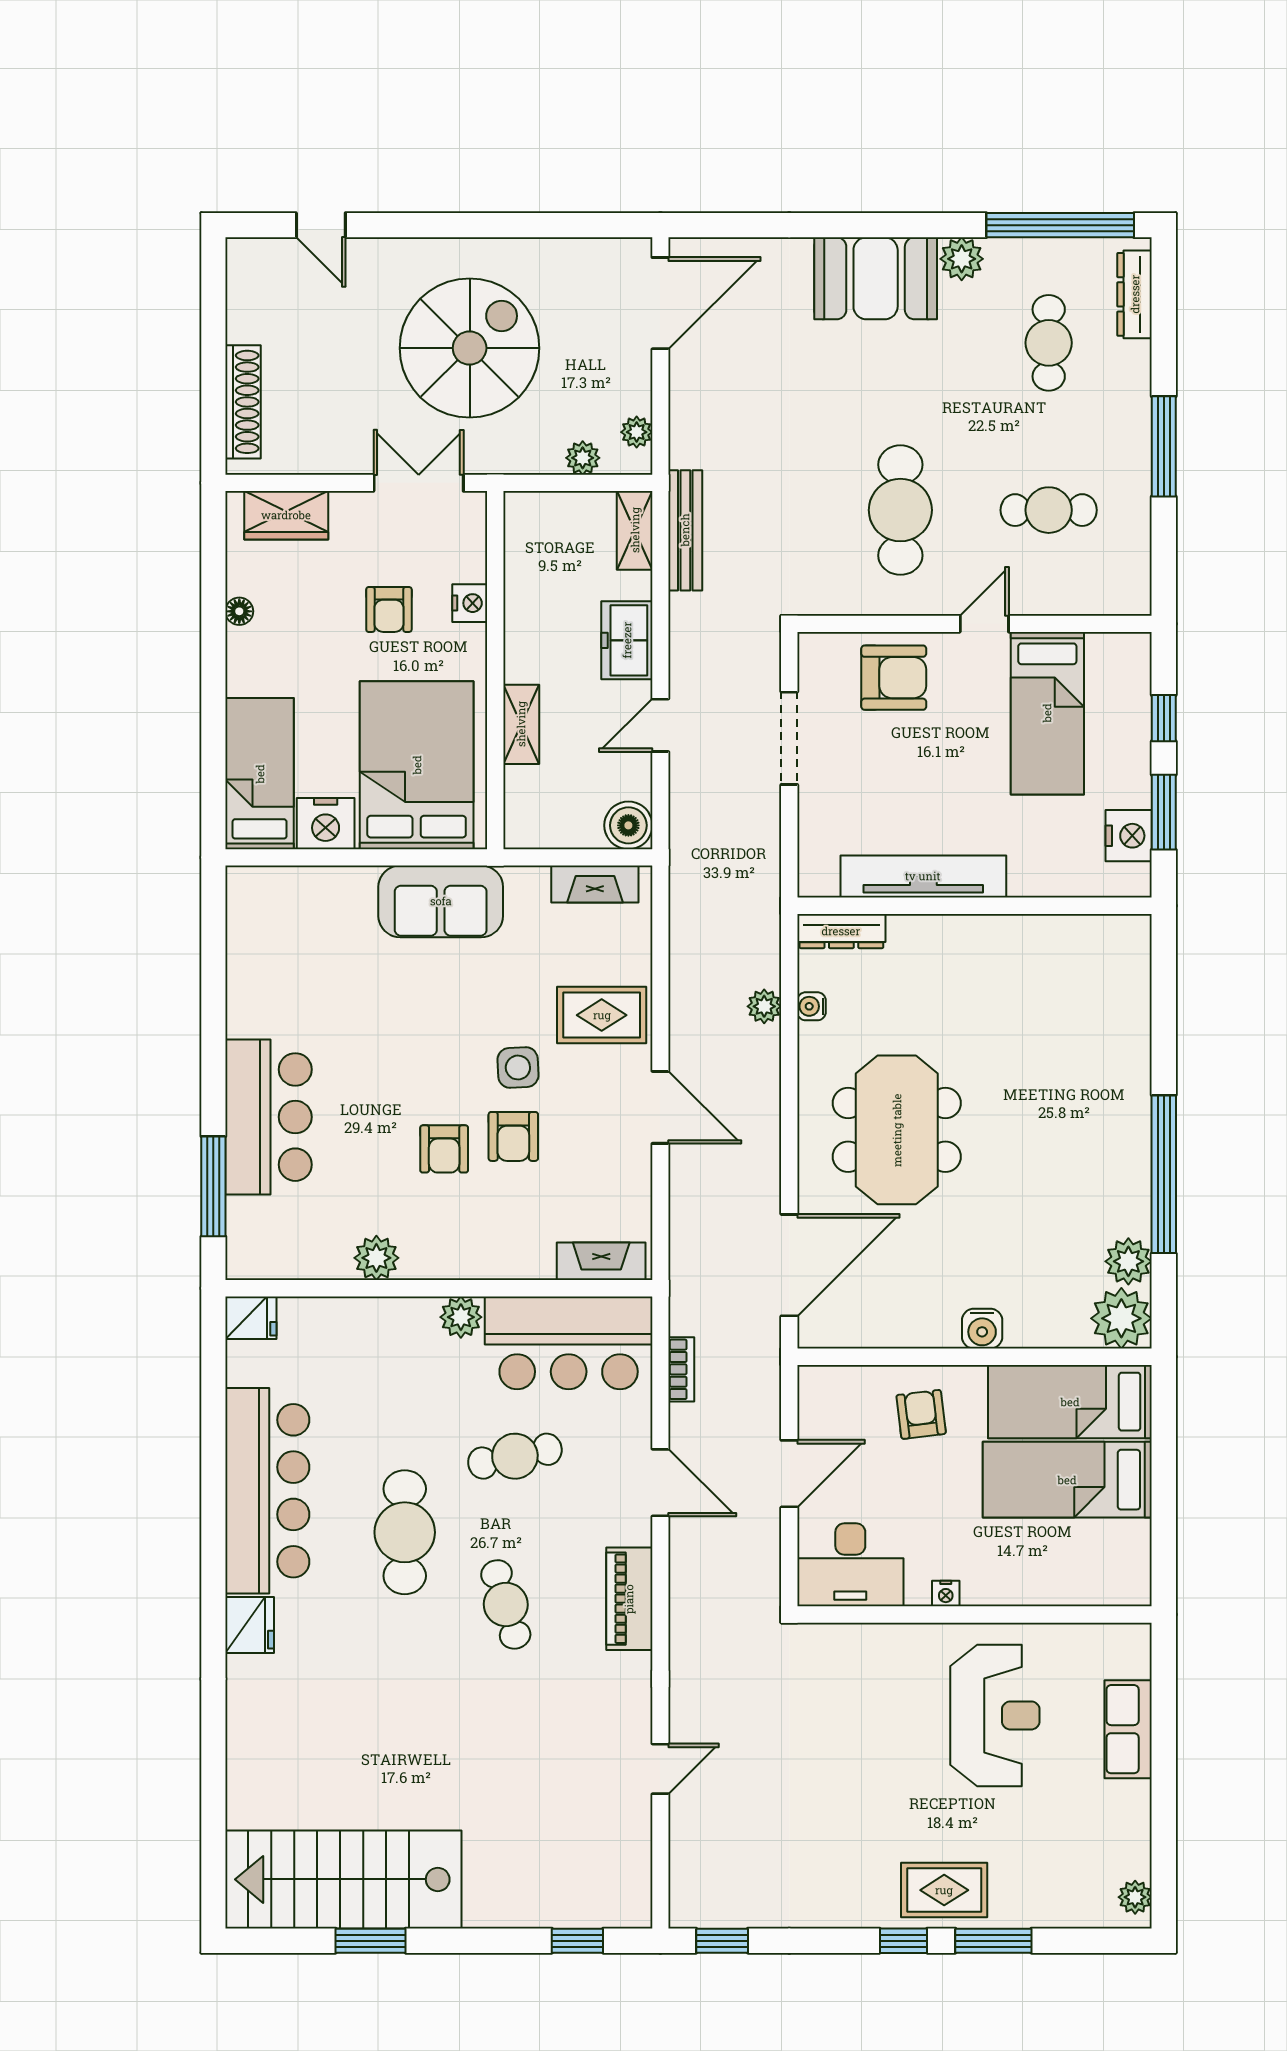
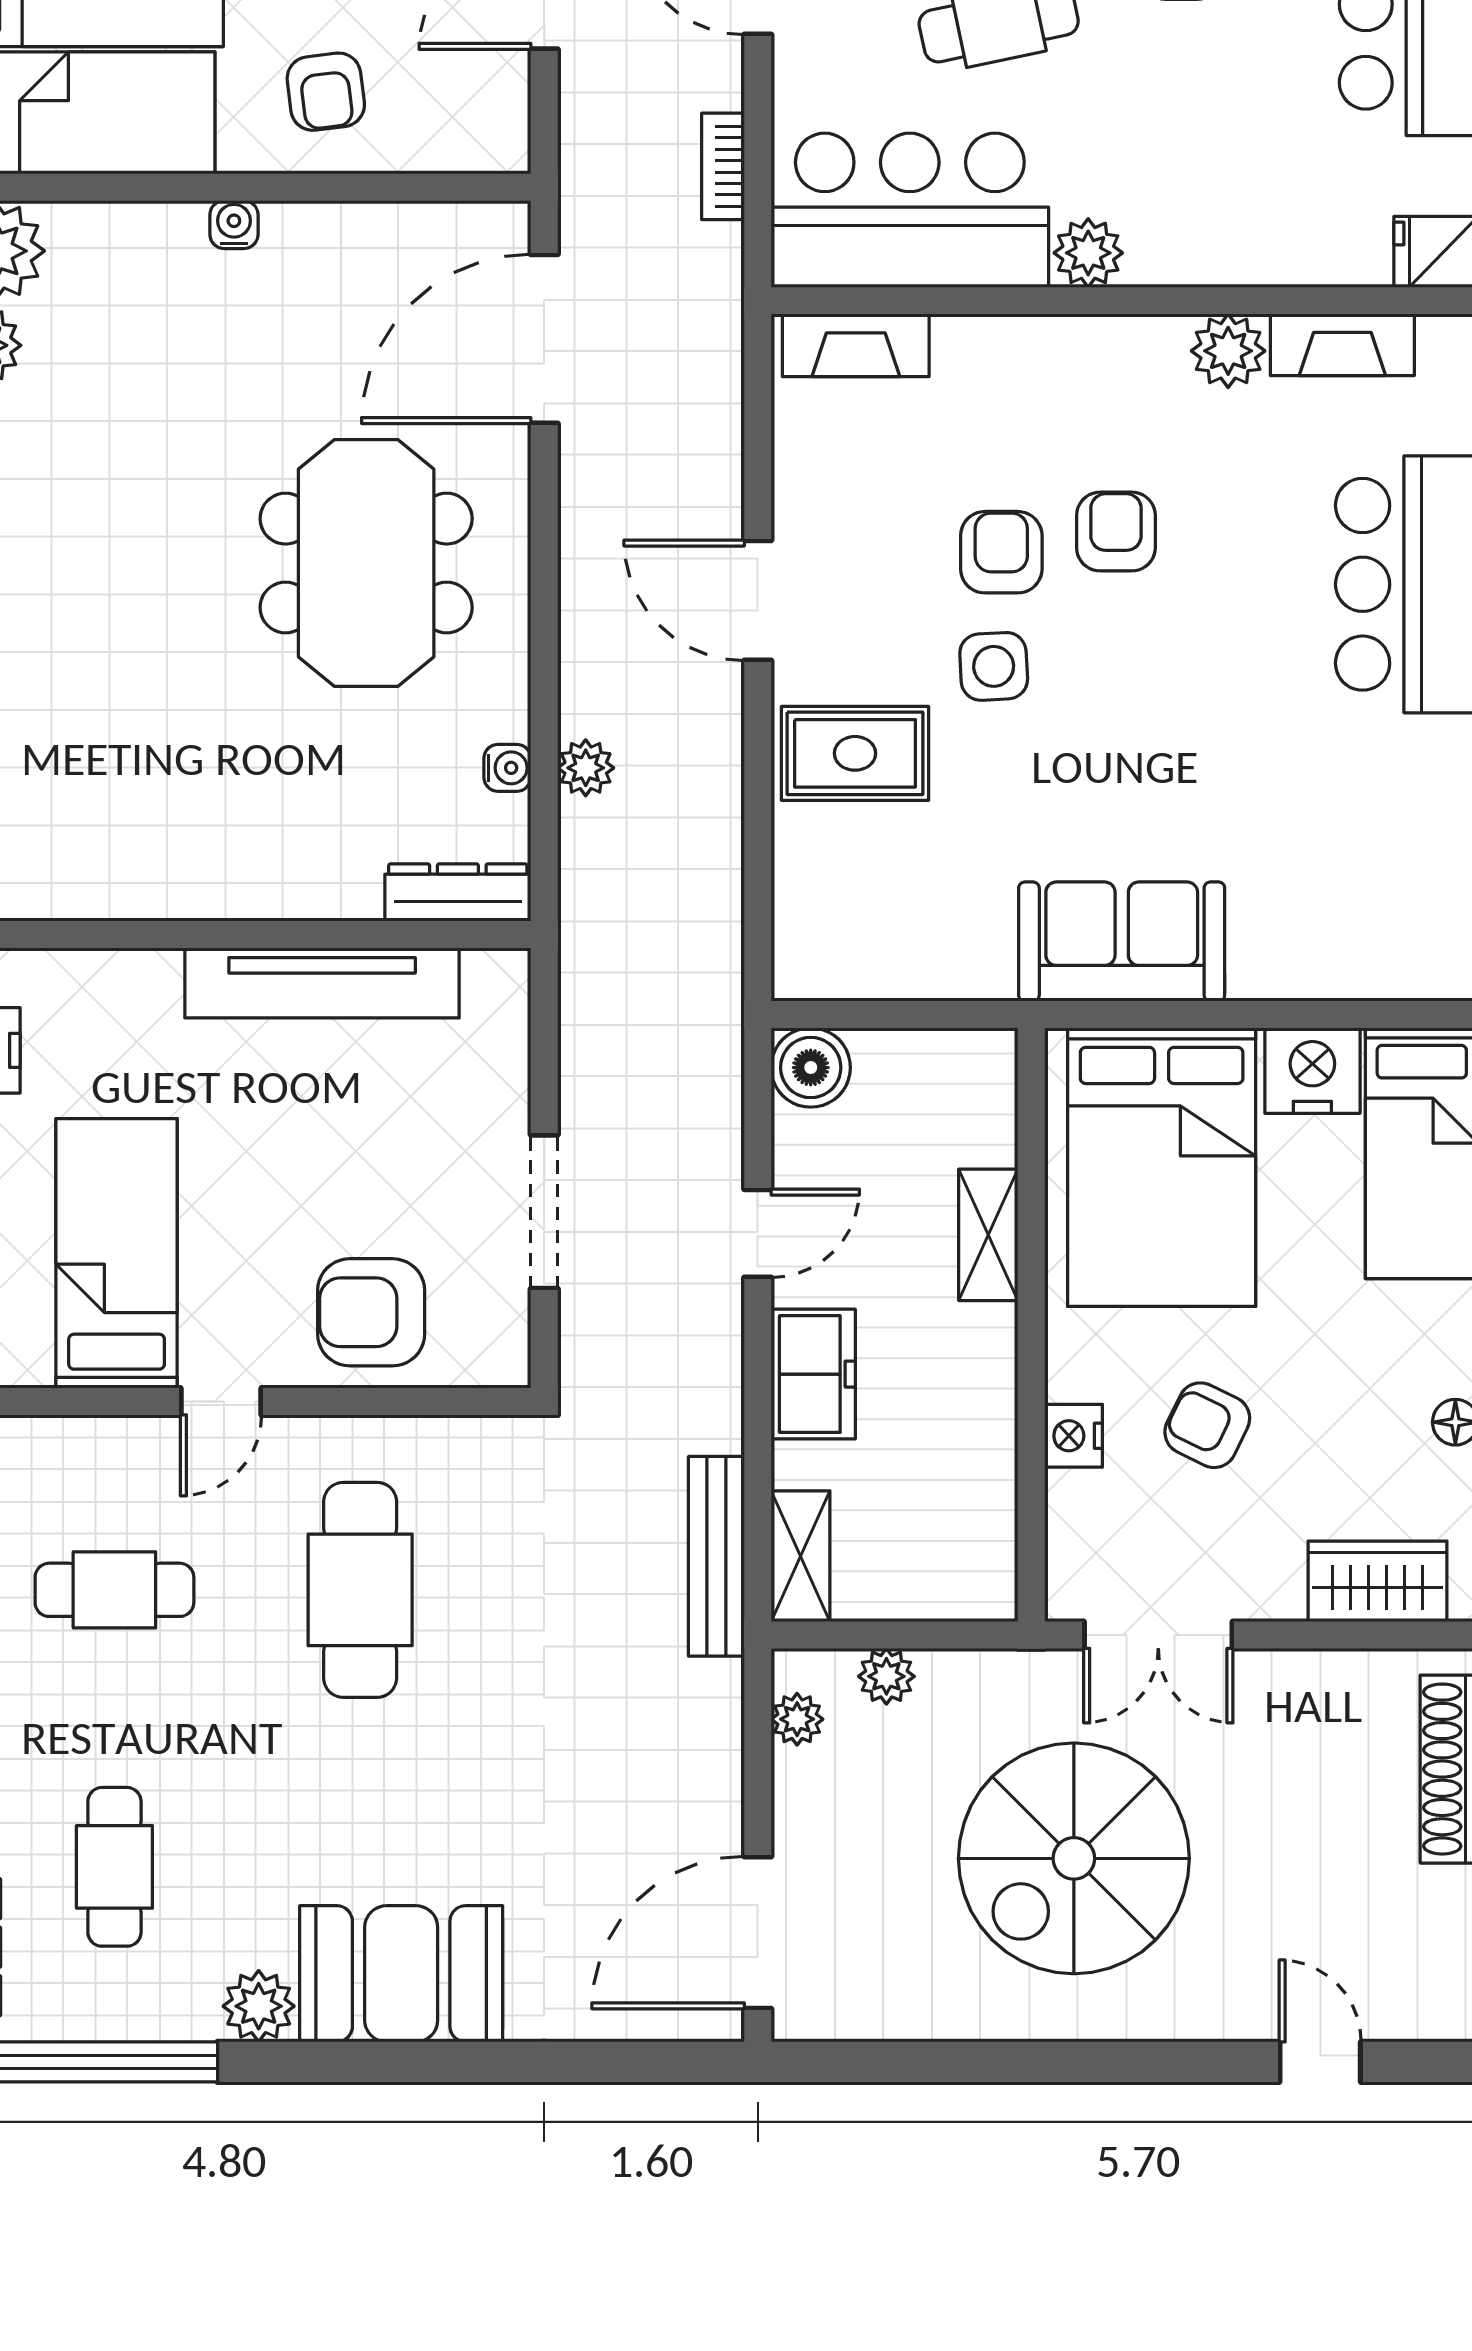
armchair: (389, 609) -> (1207, 1425), turned -64
fireplace: (595, 884) -> (1342, 345), moved, turned 180
water cooler: (982, 1329) -> (234, 225), width x0.72, depth x0.72

